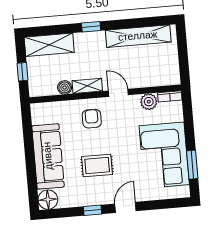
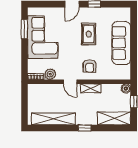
boiler: (65, 87) -> (126, 89), moved
rug: (97, 166) -> (89, 34), turned 90
floor lamp: (48, 200) -> (124, 14), removed

